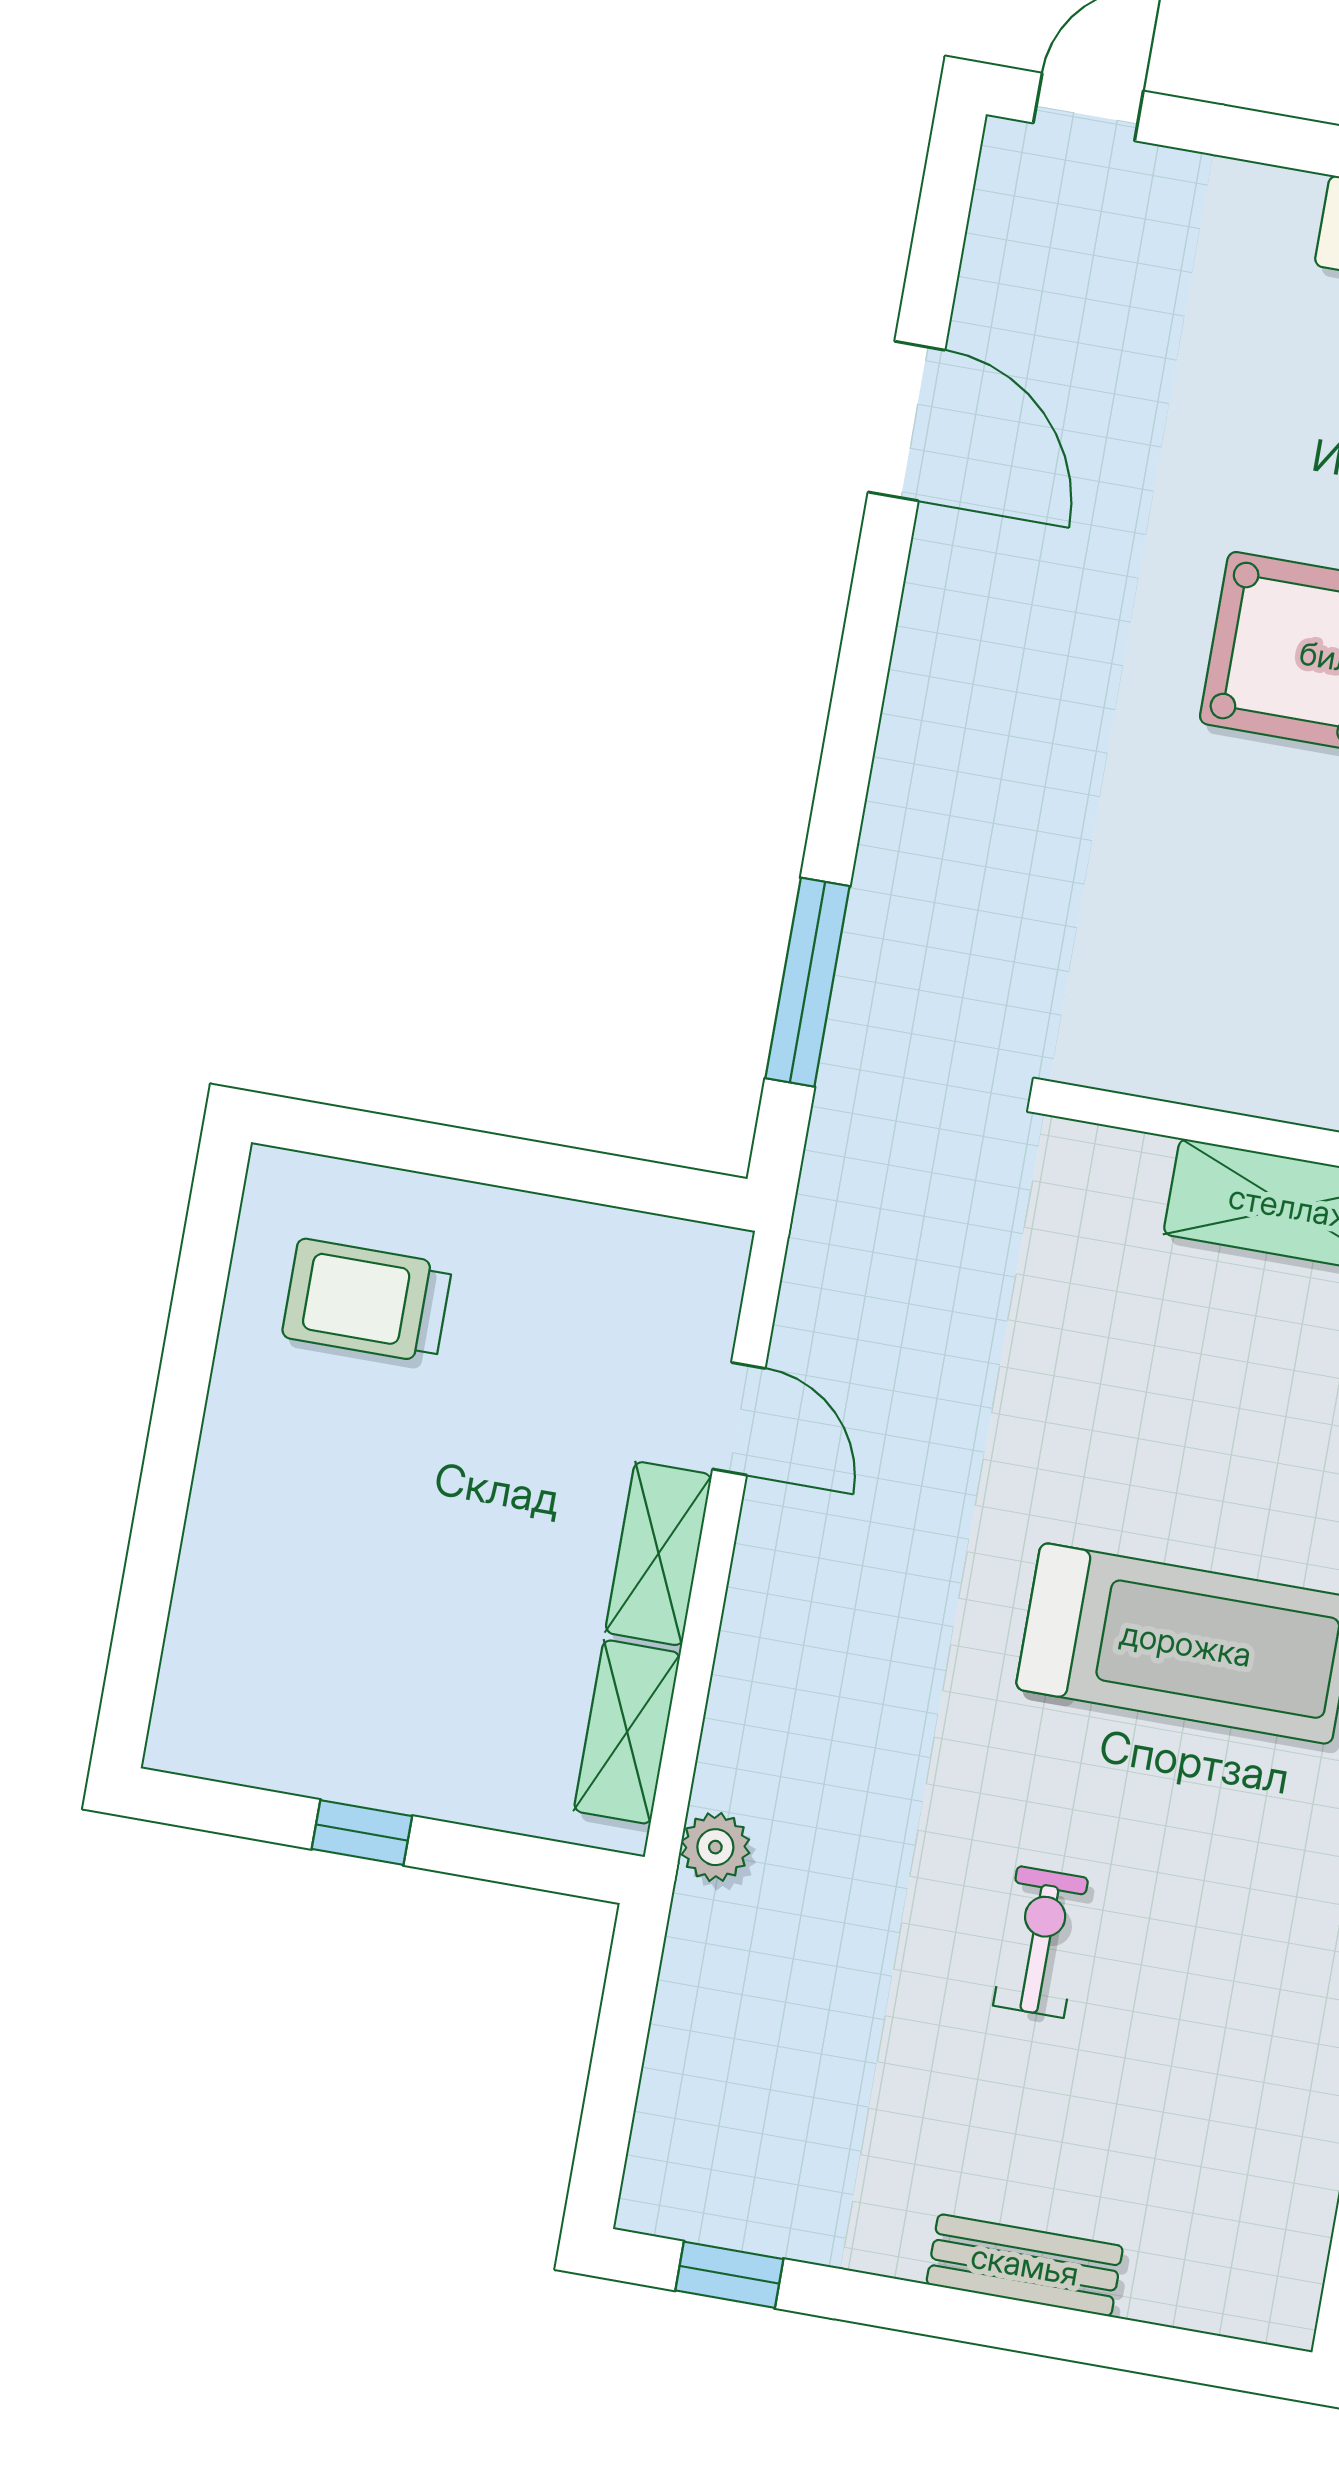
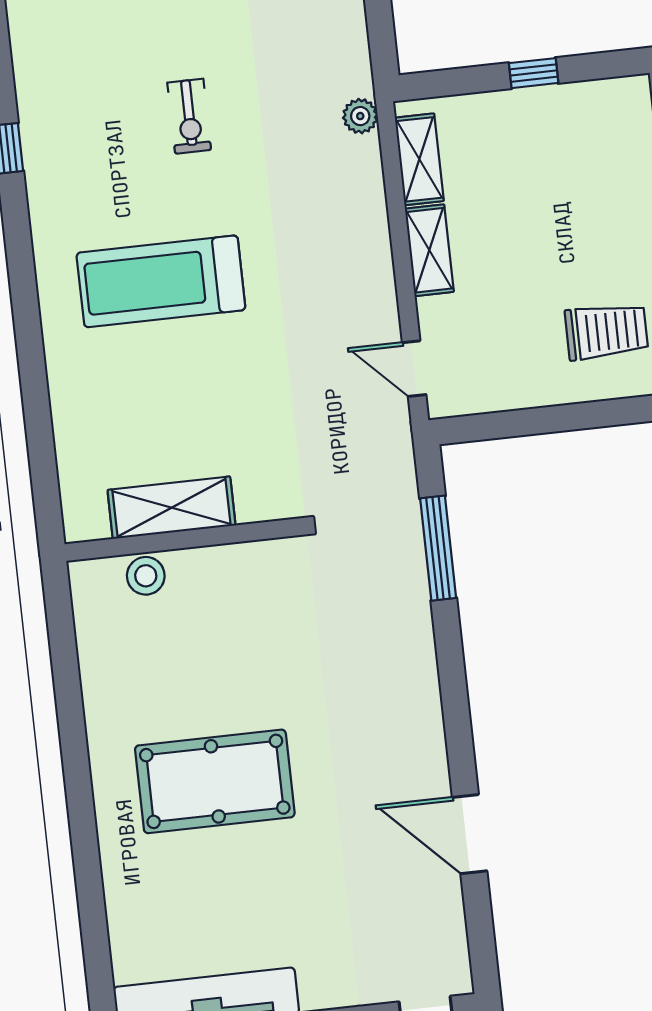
door: (739, 1419) -> (414, 369), moved

